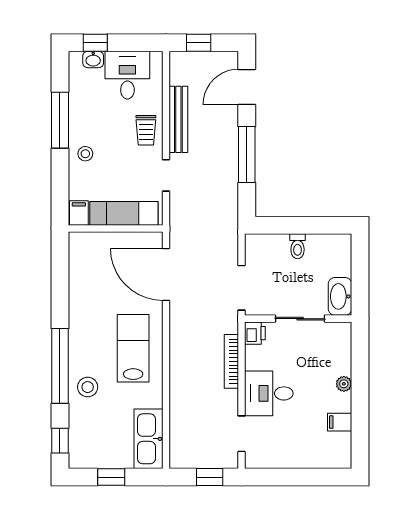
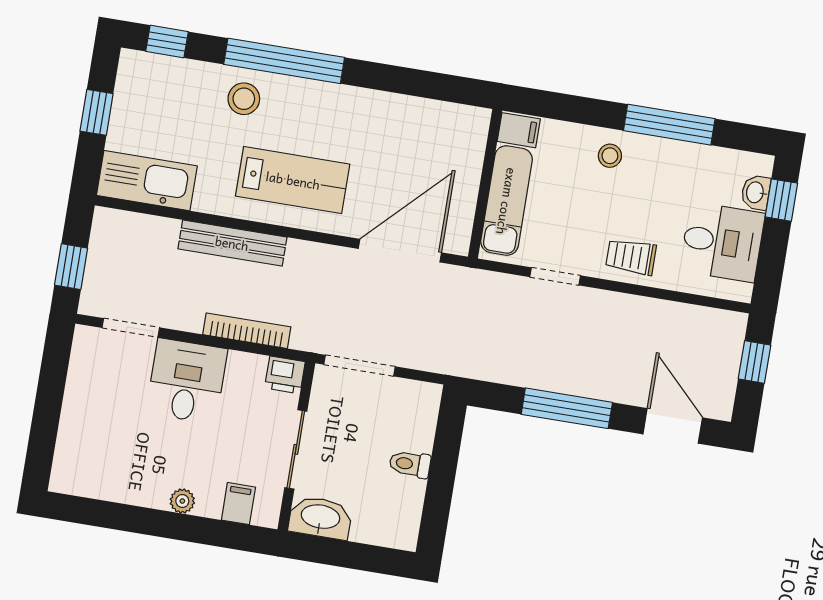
bench: (178, 119) -> (232, 243), moved
filing cabinet: (340, 422) -> (238, 504), moved

